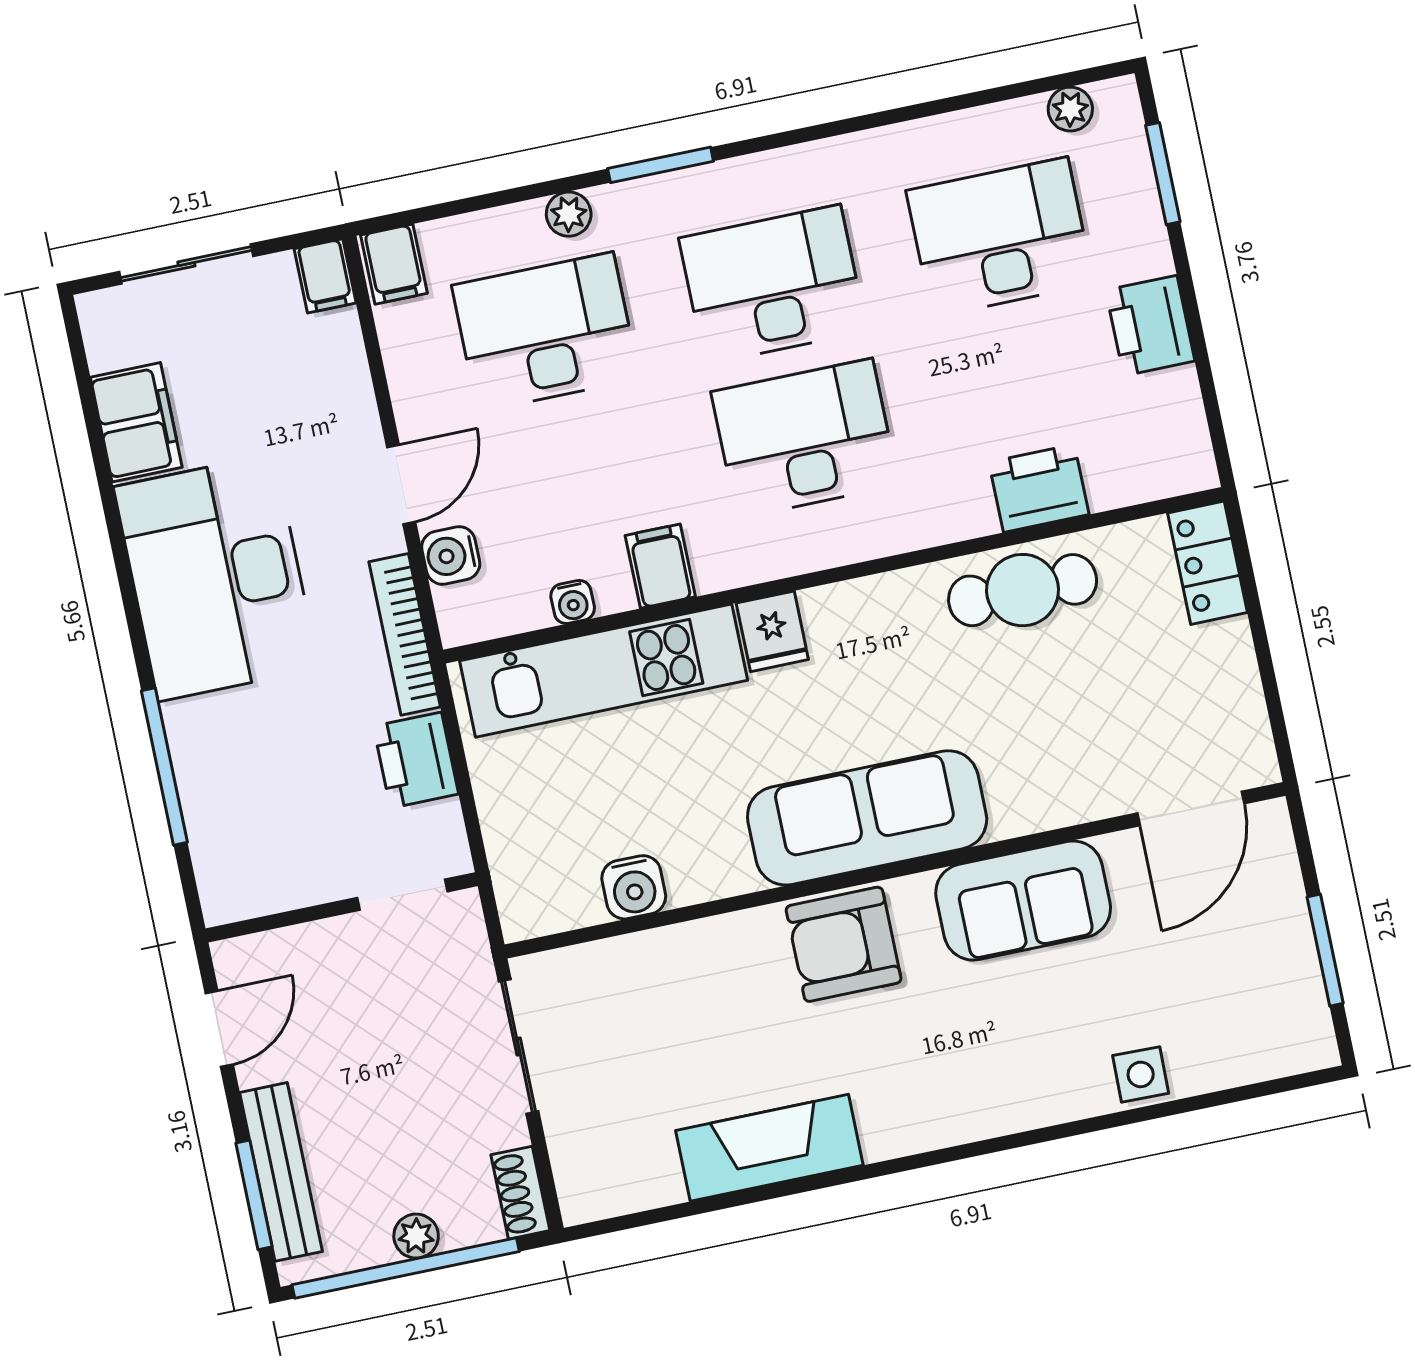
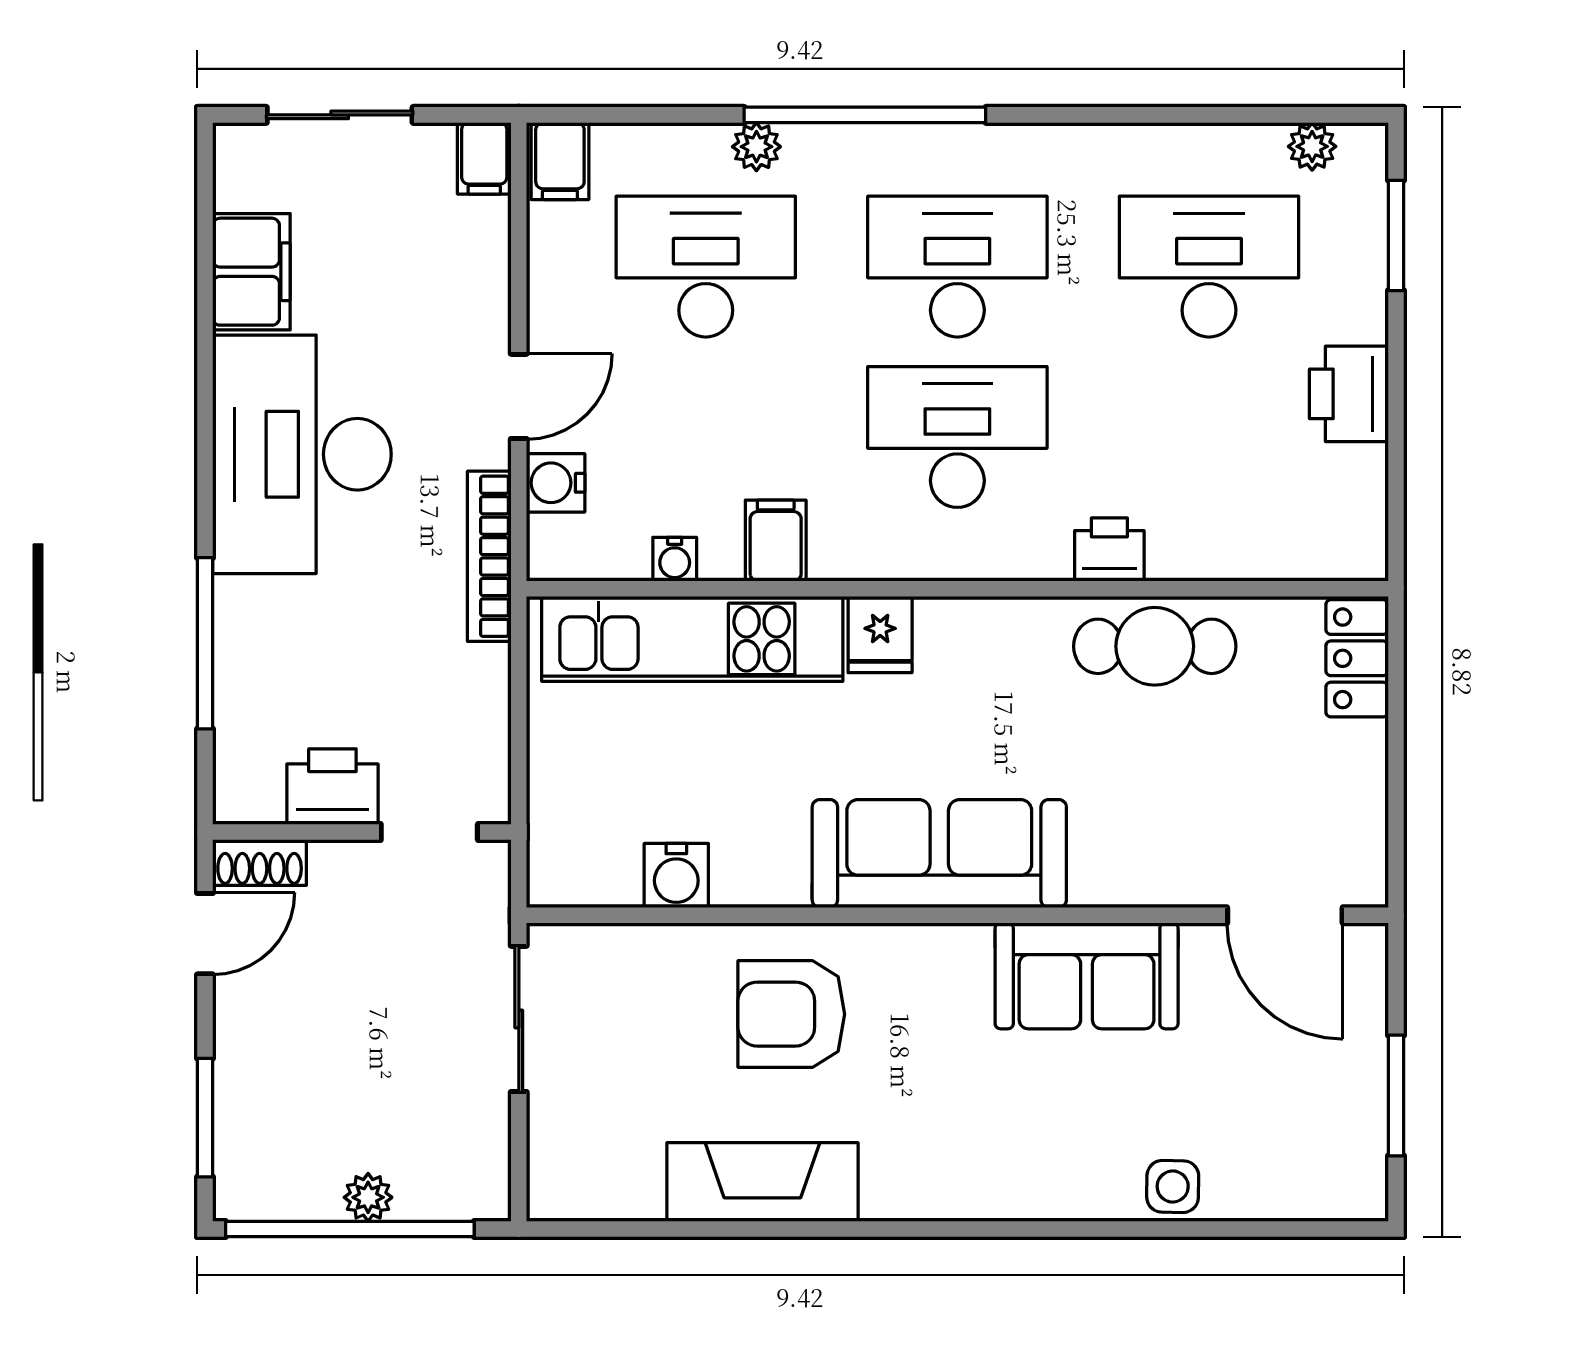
window: (661, 165) -> (865, 115), width x2.11
printer: (1039, 488) -> (1109, 549), moved, width x0.73, depth x0.81
printer: (416, 760) -> (332, 787), moved, turned 90
door: (1191, 808) -> (1285, 915), hinge flipped
armchair: (844, 944) -> (791, 1014), moved
bench: (281, 1172) -> (239, 1099), removed
shoe rack: (520, 1193) -> (260, 862), moved, turned -90

